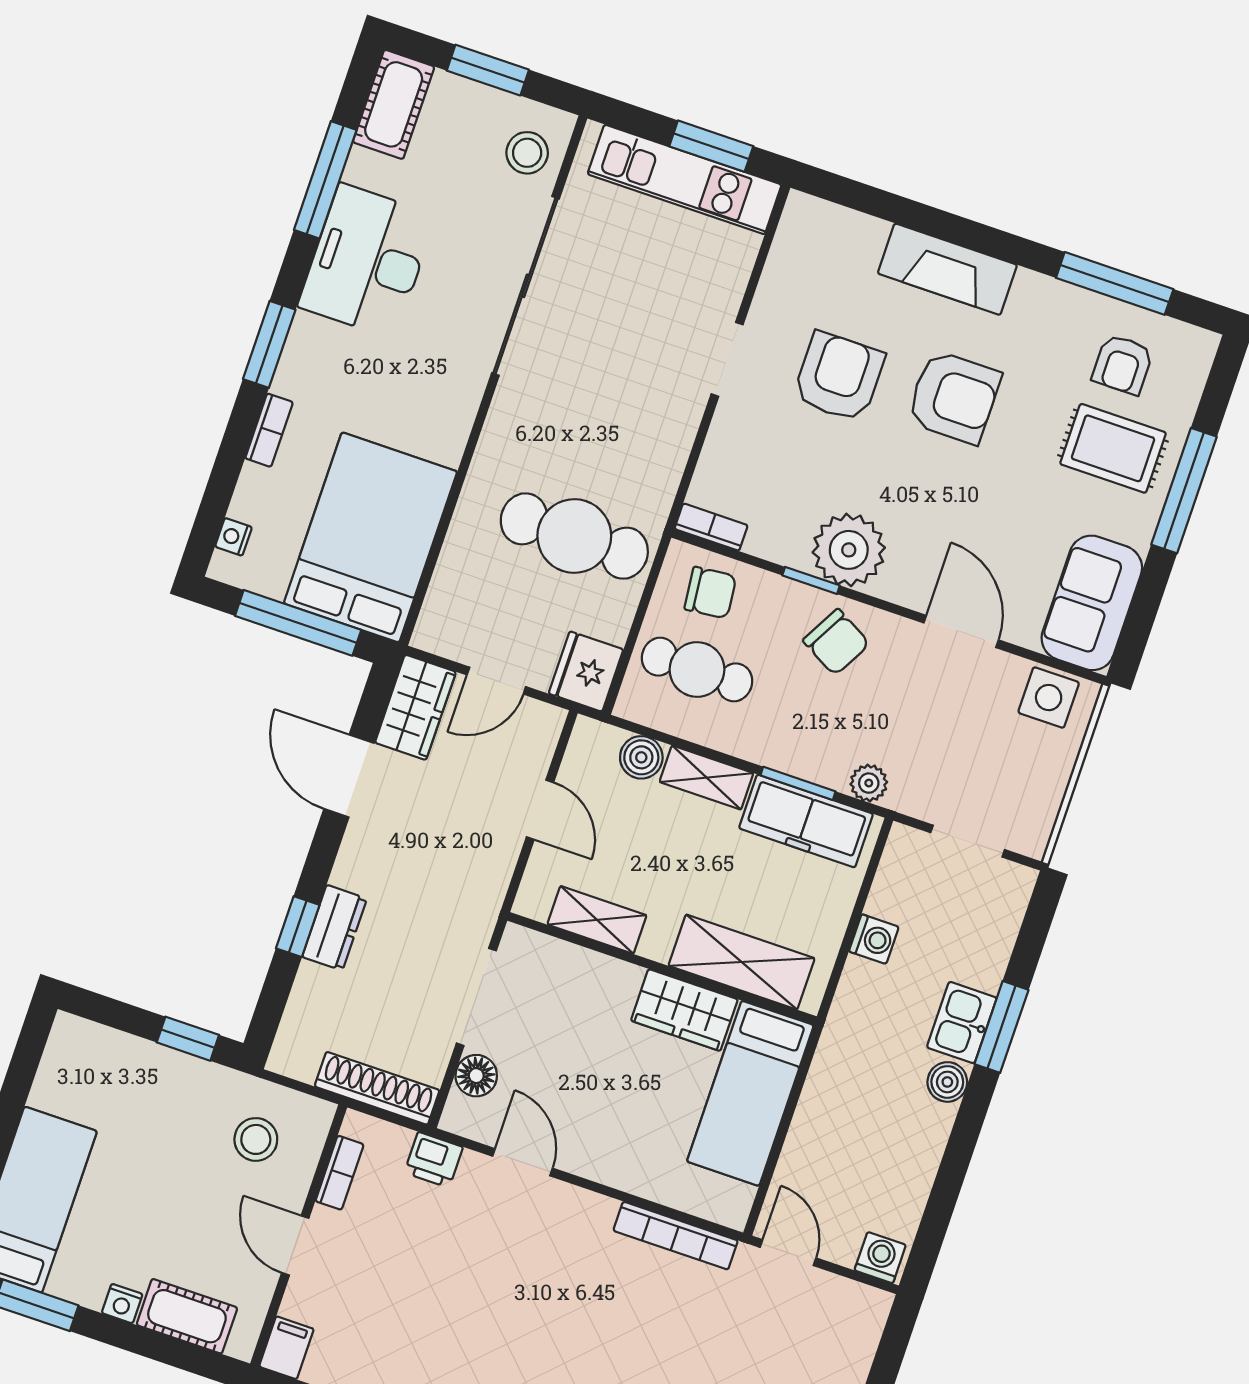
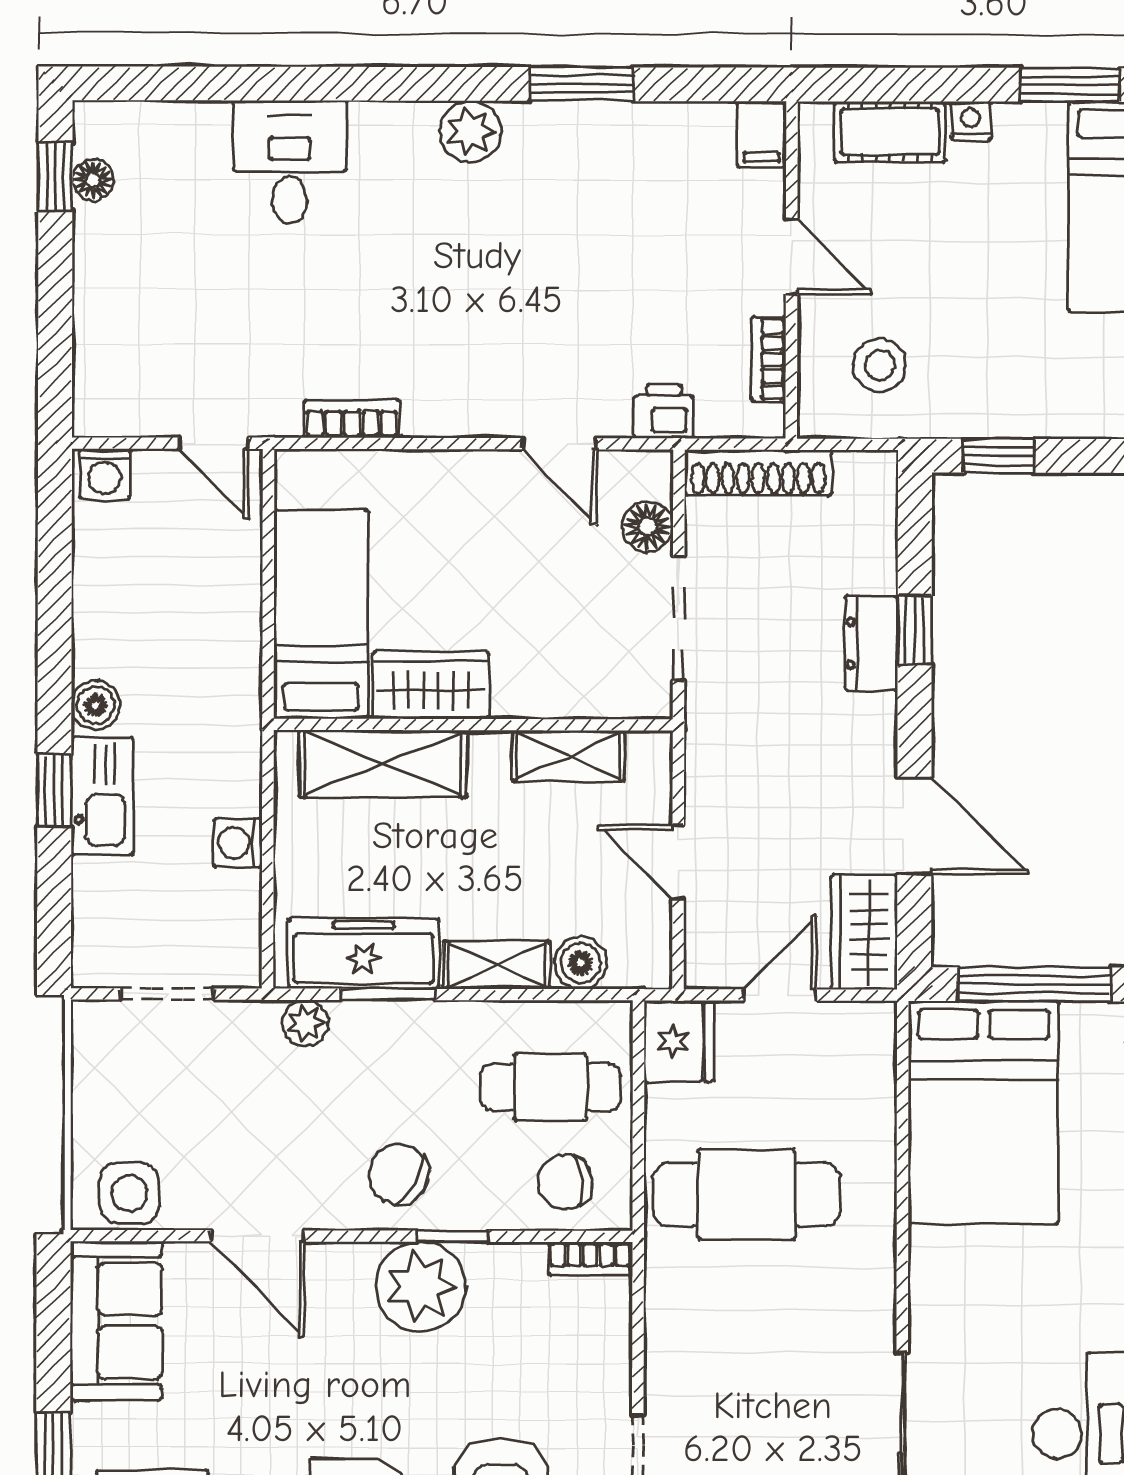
kitchen sink: (962, 1023) -> (102, 796), width x1.38
window: (1001, 1027) -> (54, 791), width x0.67
bookcase: (676, 1236) -> (352, 419), width x0.64

